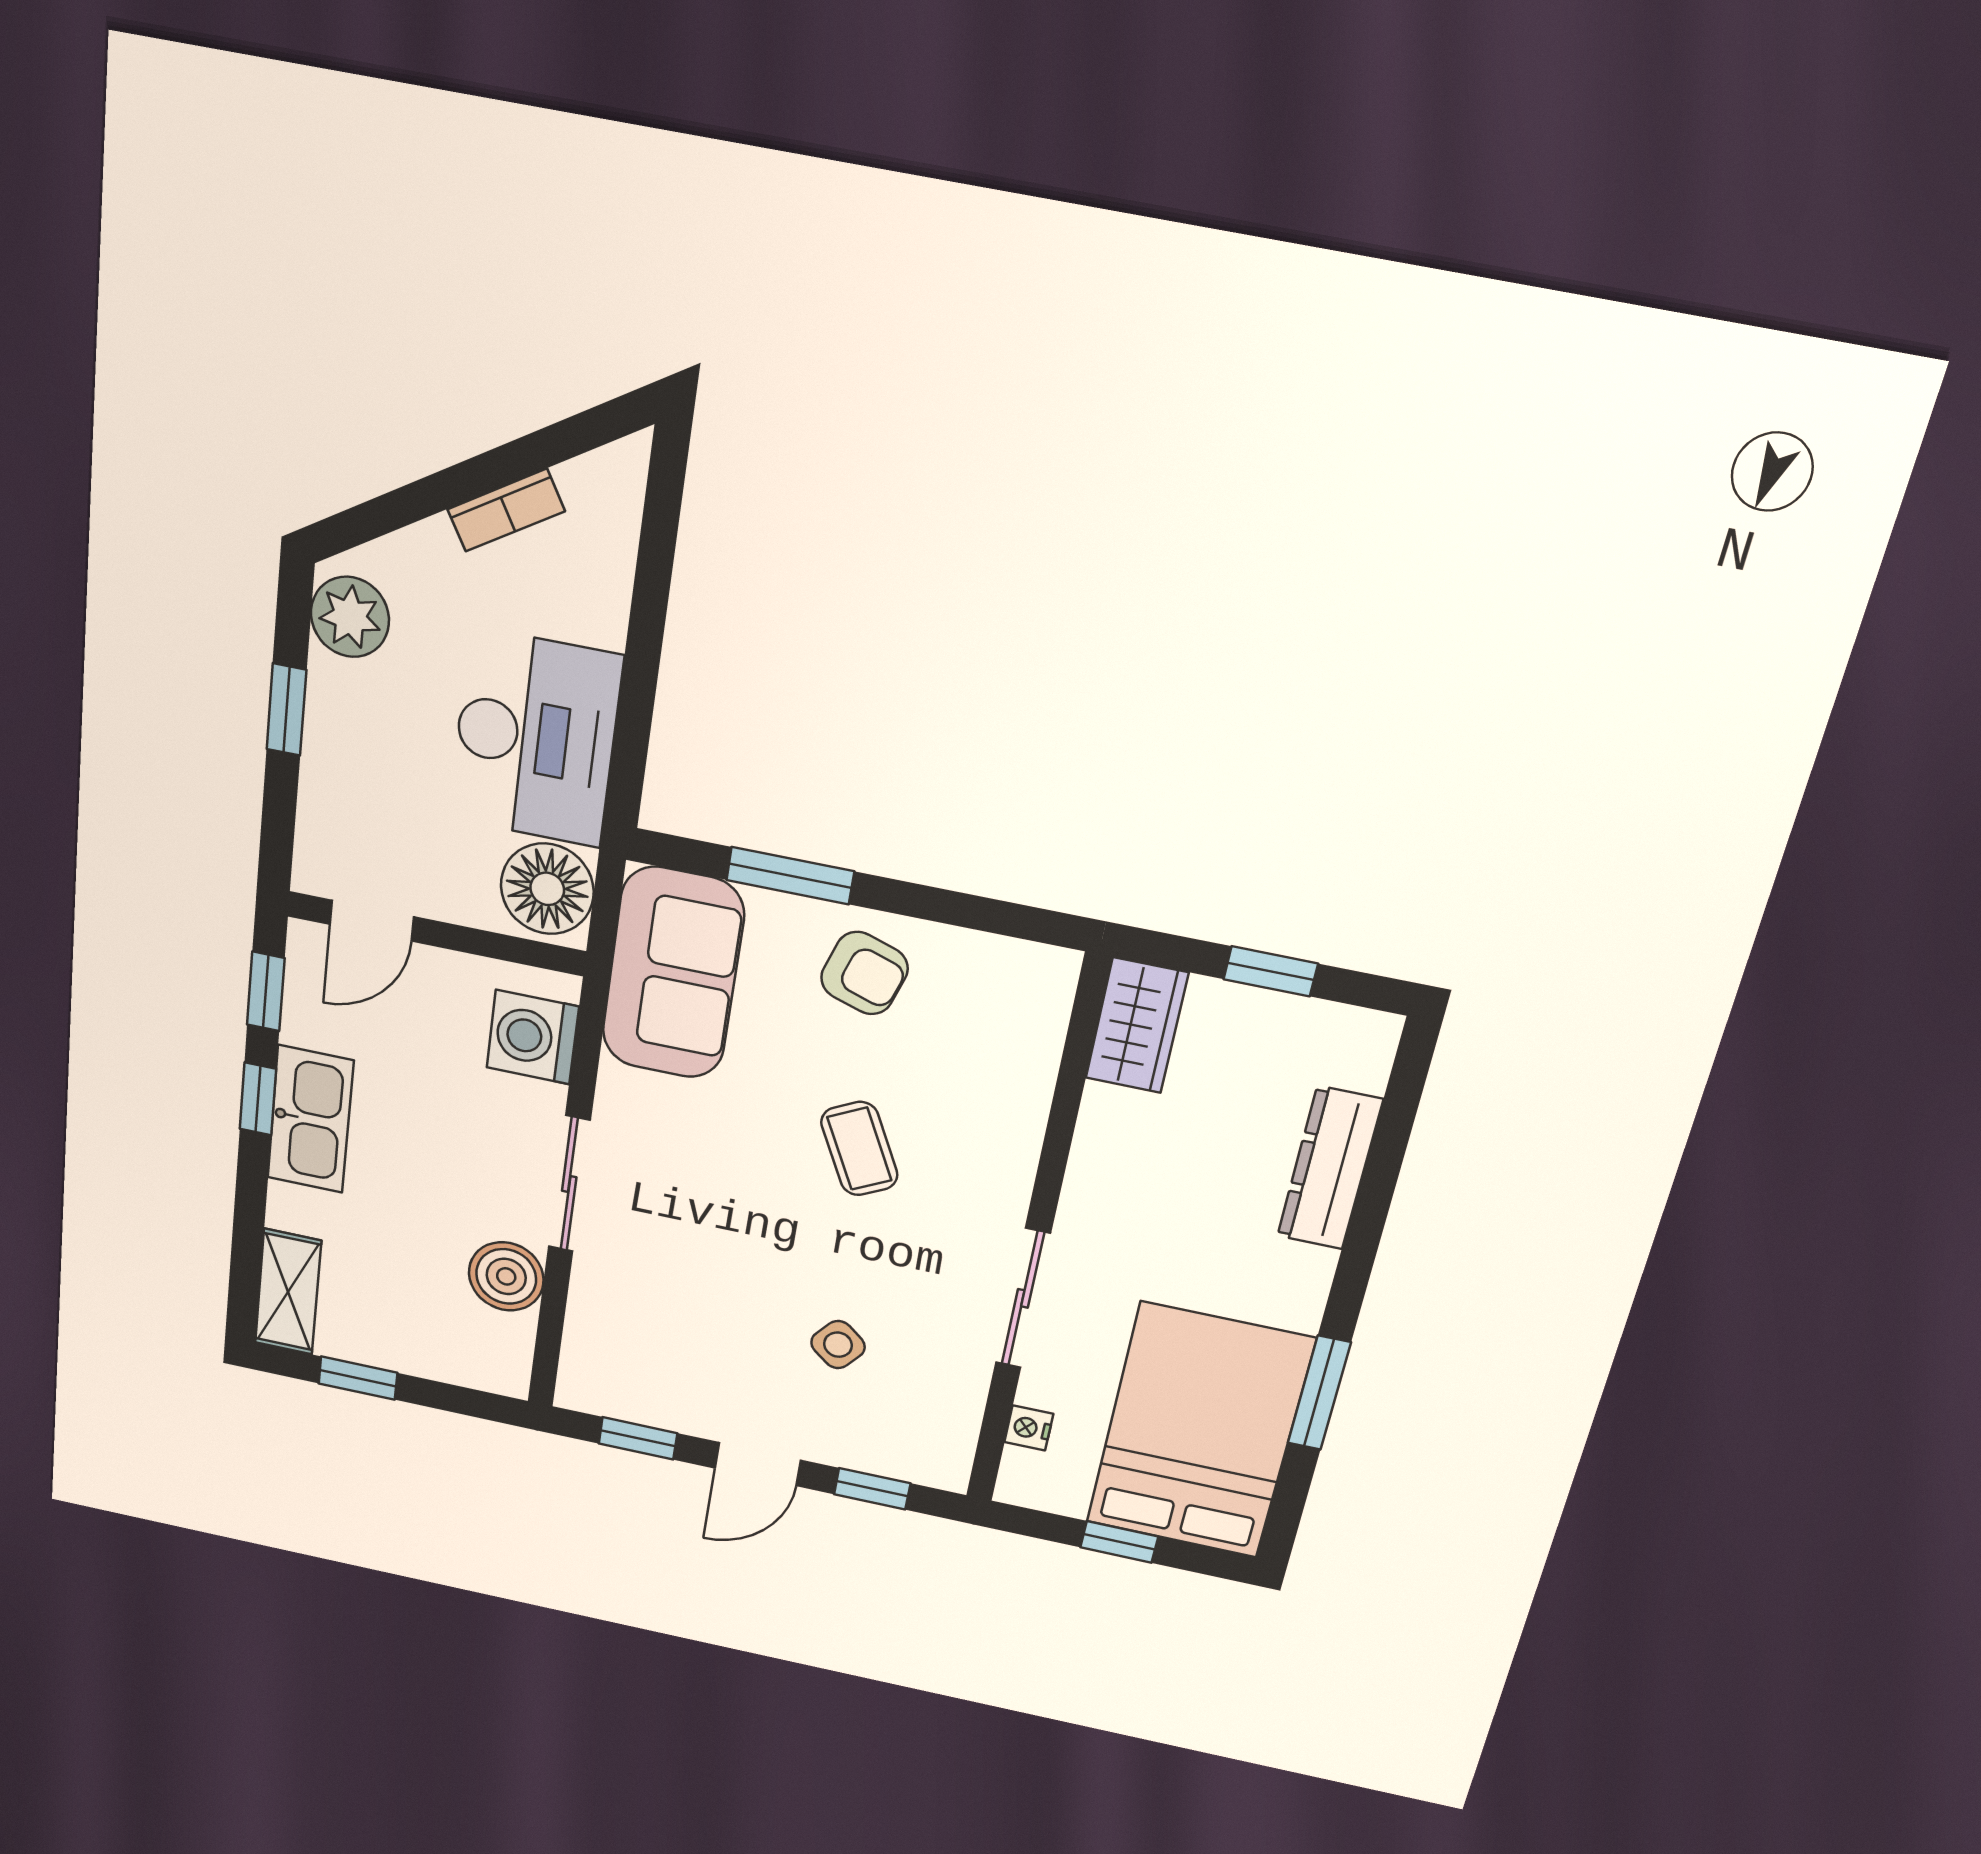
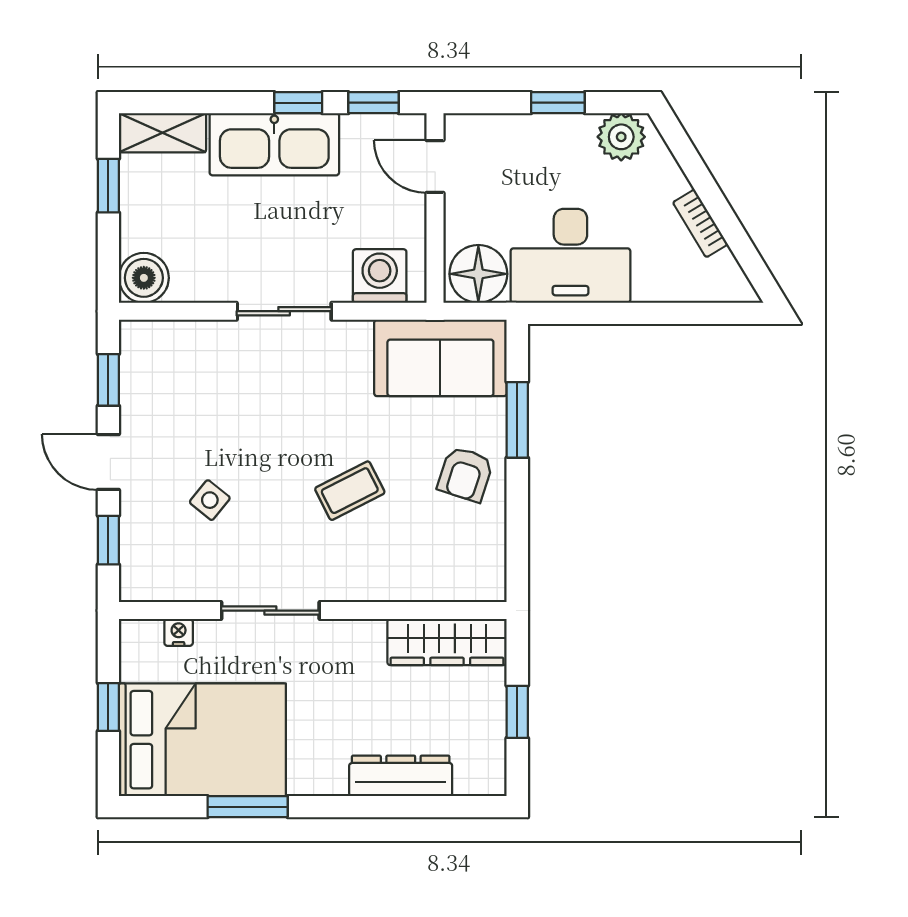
wardrobe: (1137, 1026) -> (447, 642), width x1.50
kitchen sink: (310, 1119) -> (274, 144), width x1.36, depth x1.24
boiler: (506, 1276) -> (144, 278), moved

